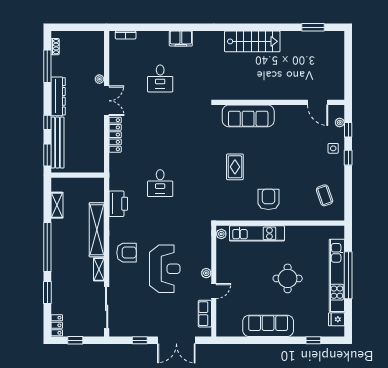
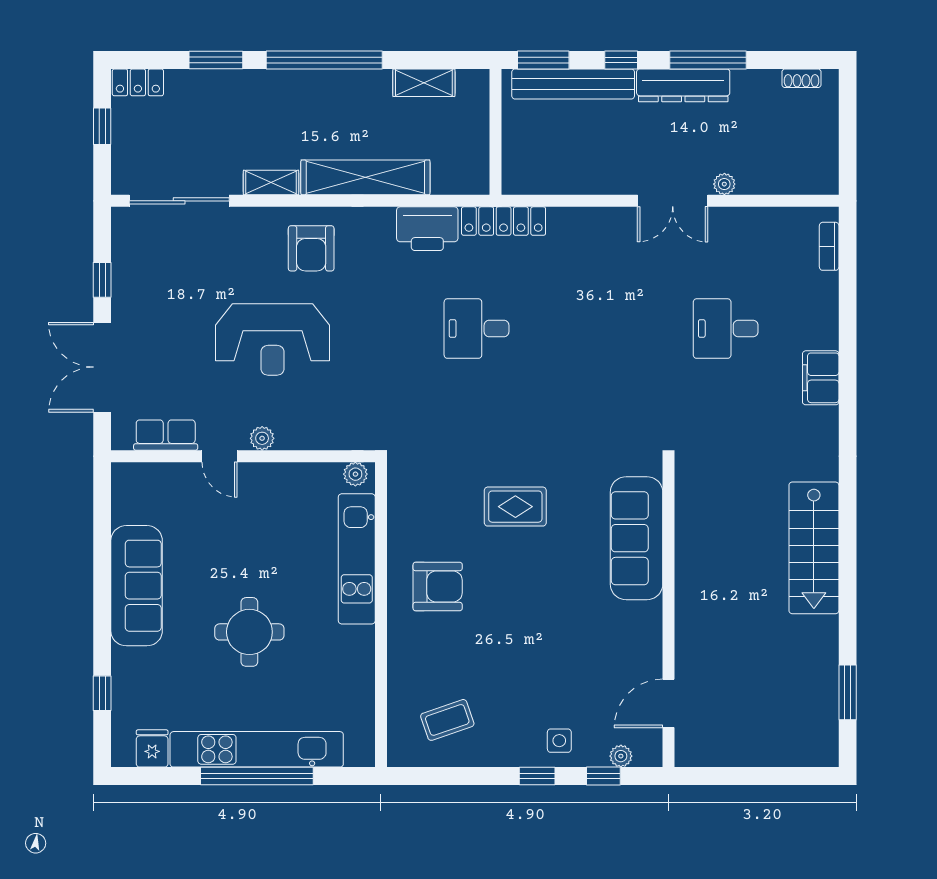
window: (47, 66) -> (708, 60), moved
locker: (115, 135) -> (504, 221), moved

